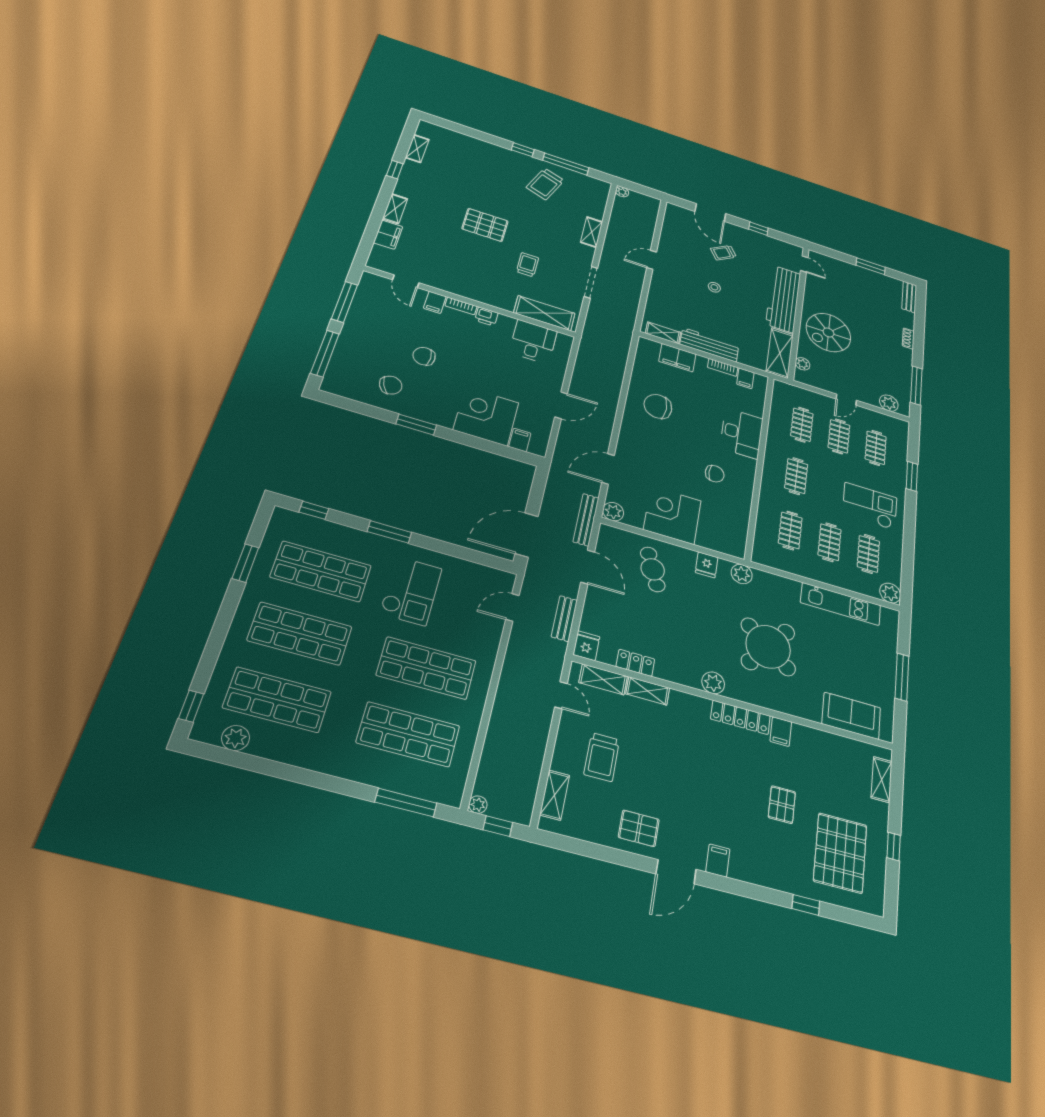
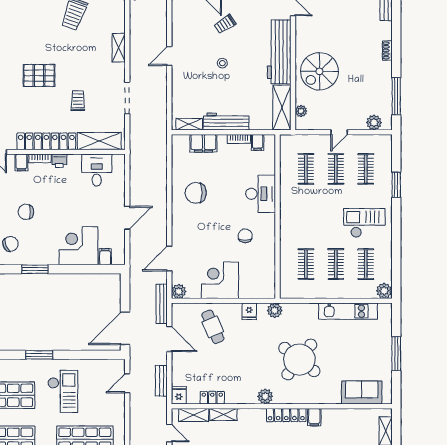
locker: (475, 291) -> (46, 141), added
chair: (715, 474) -> (245, 236), turned -90
clothes rail: (796, 476) -> (306, 217), removed

